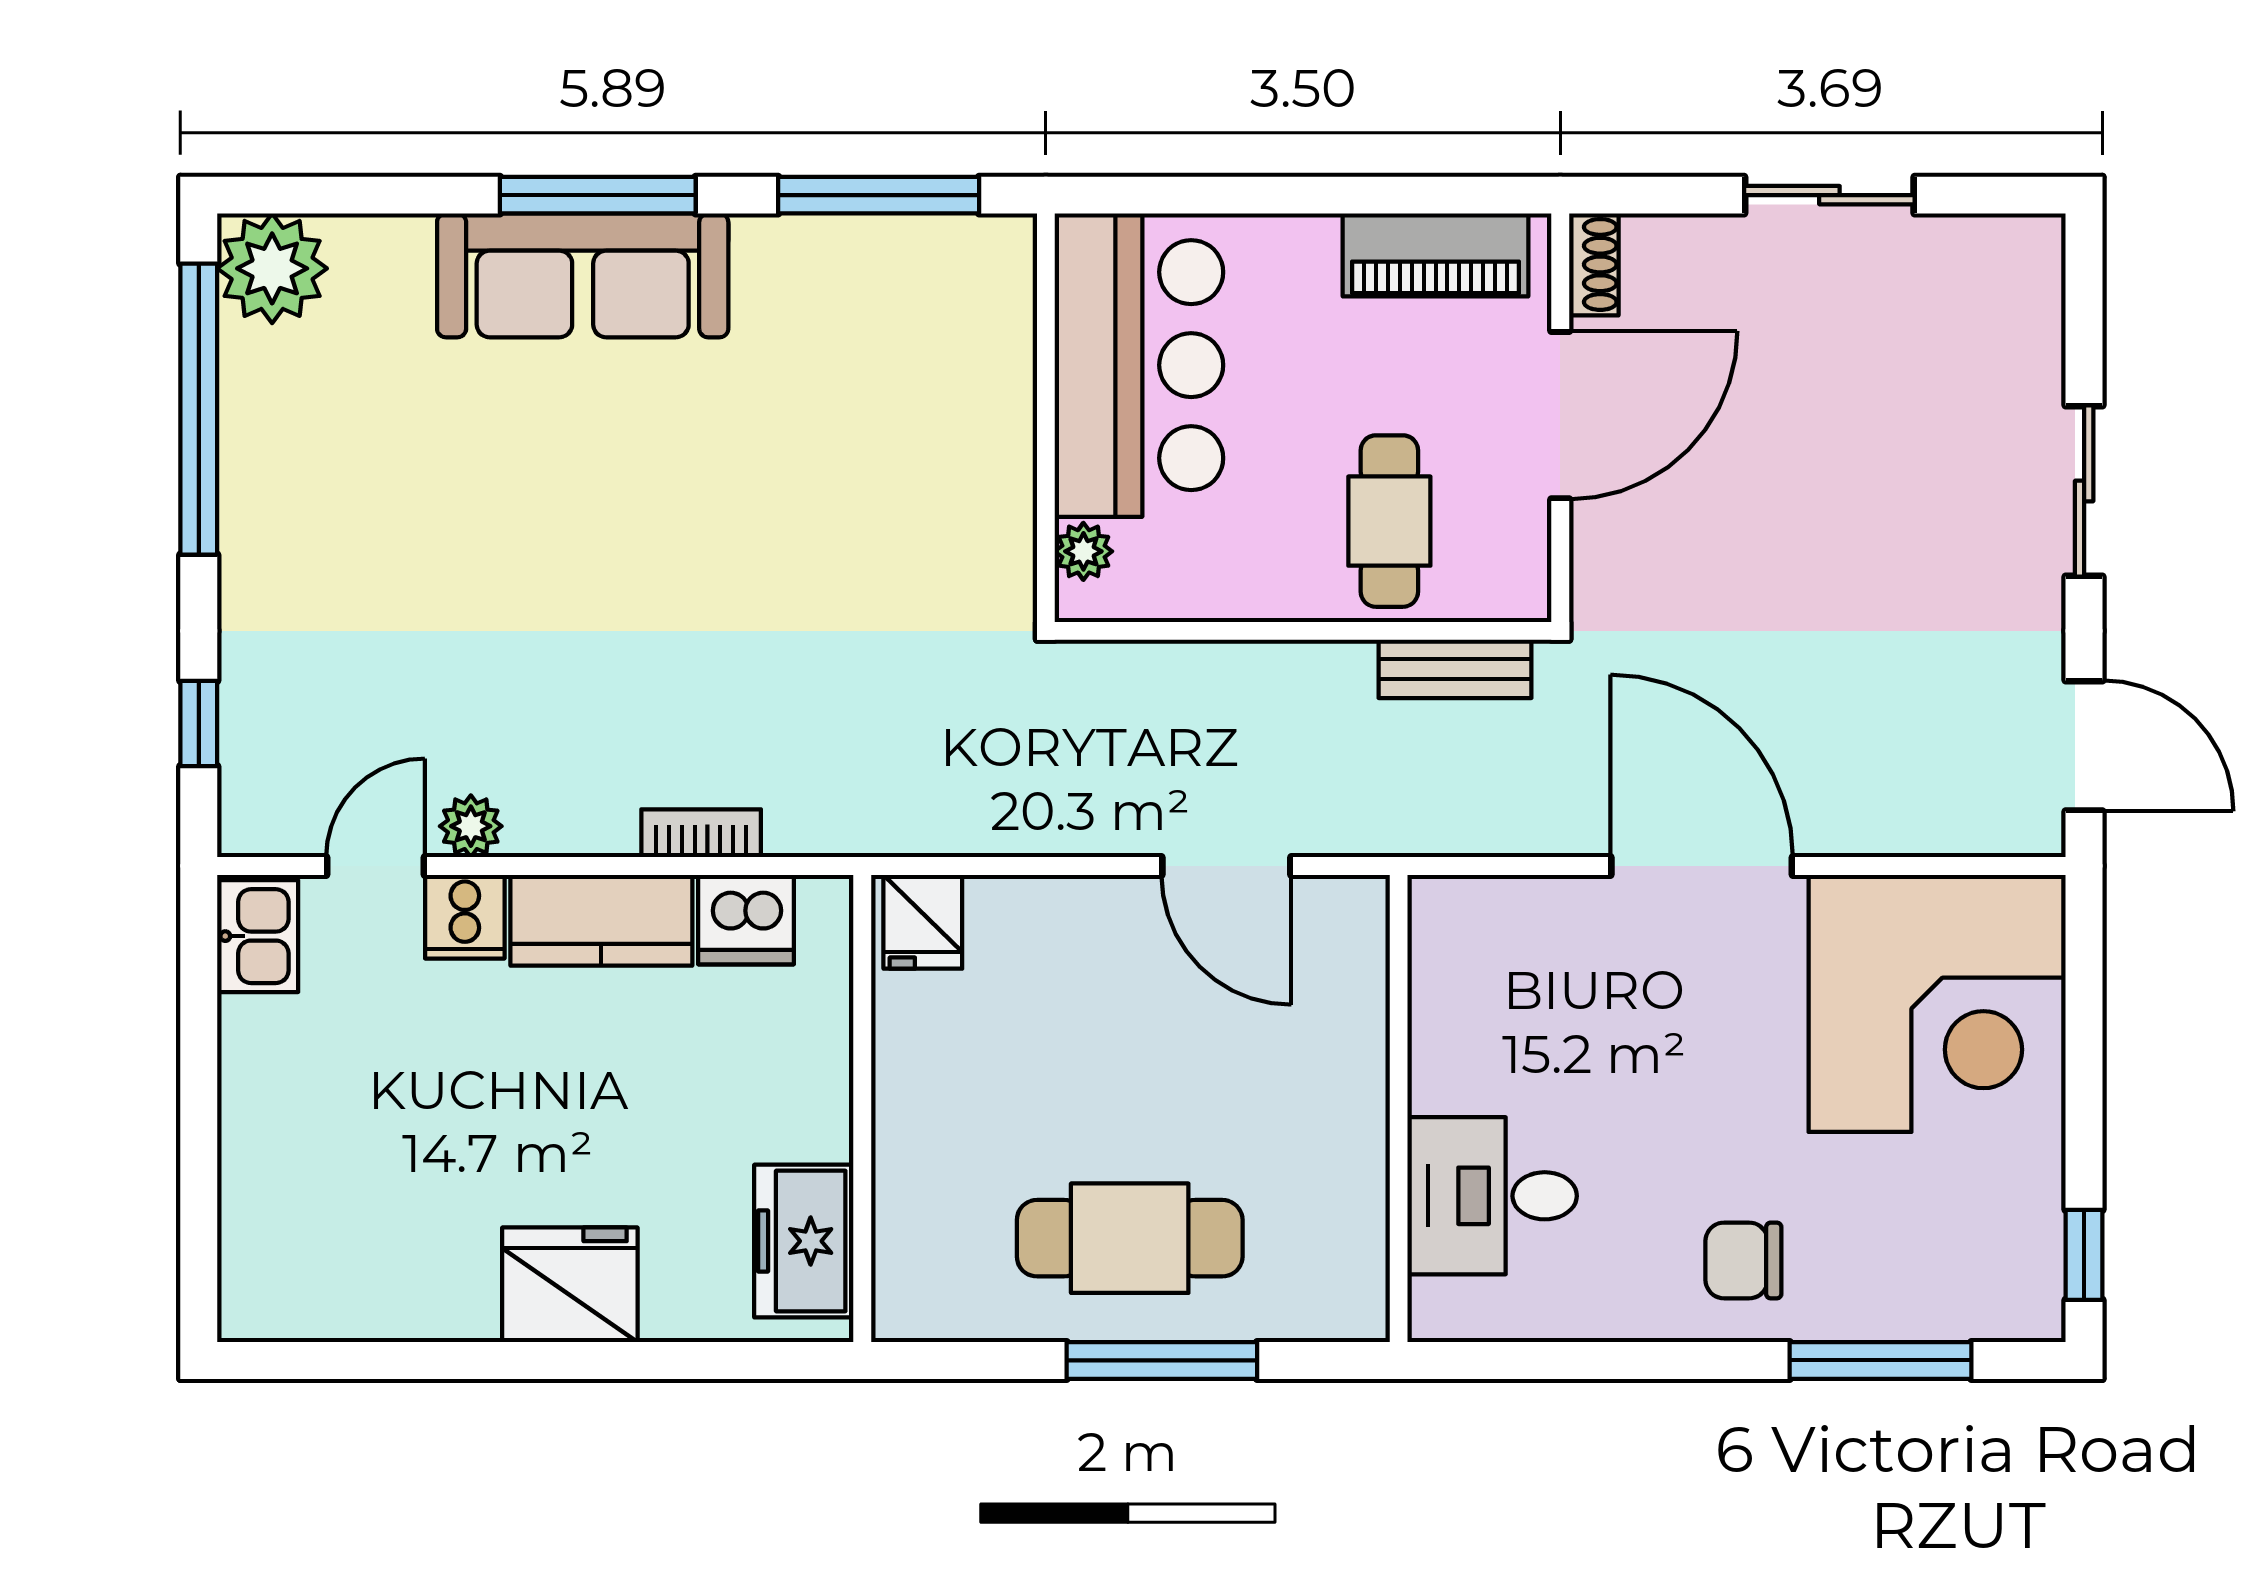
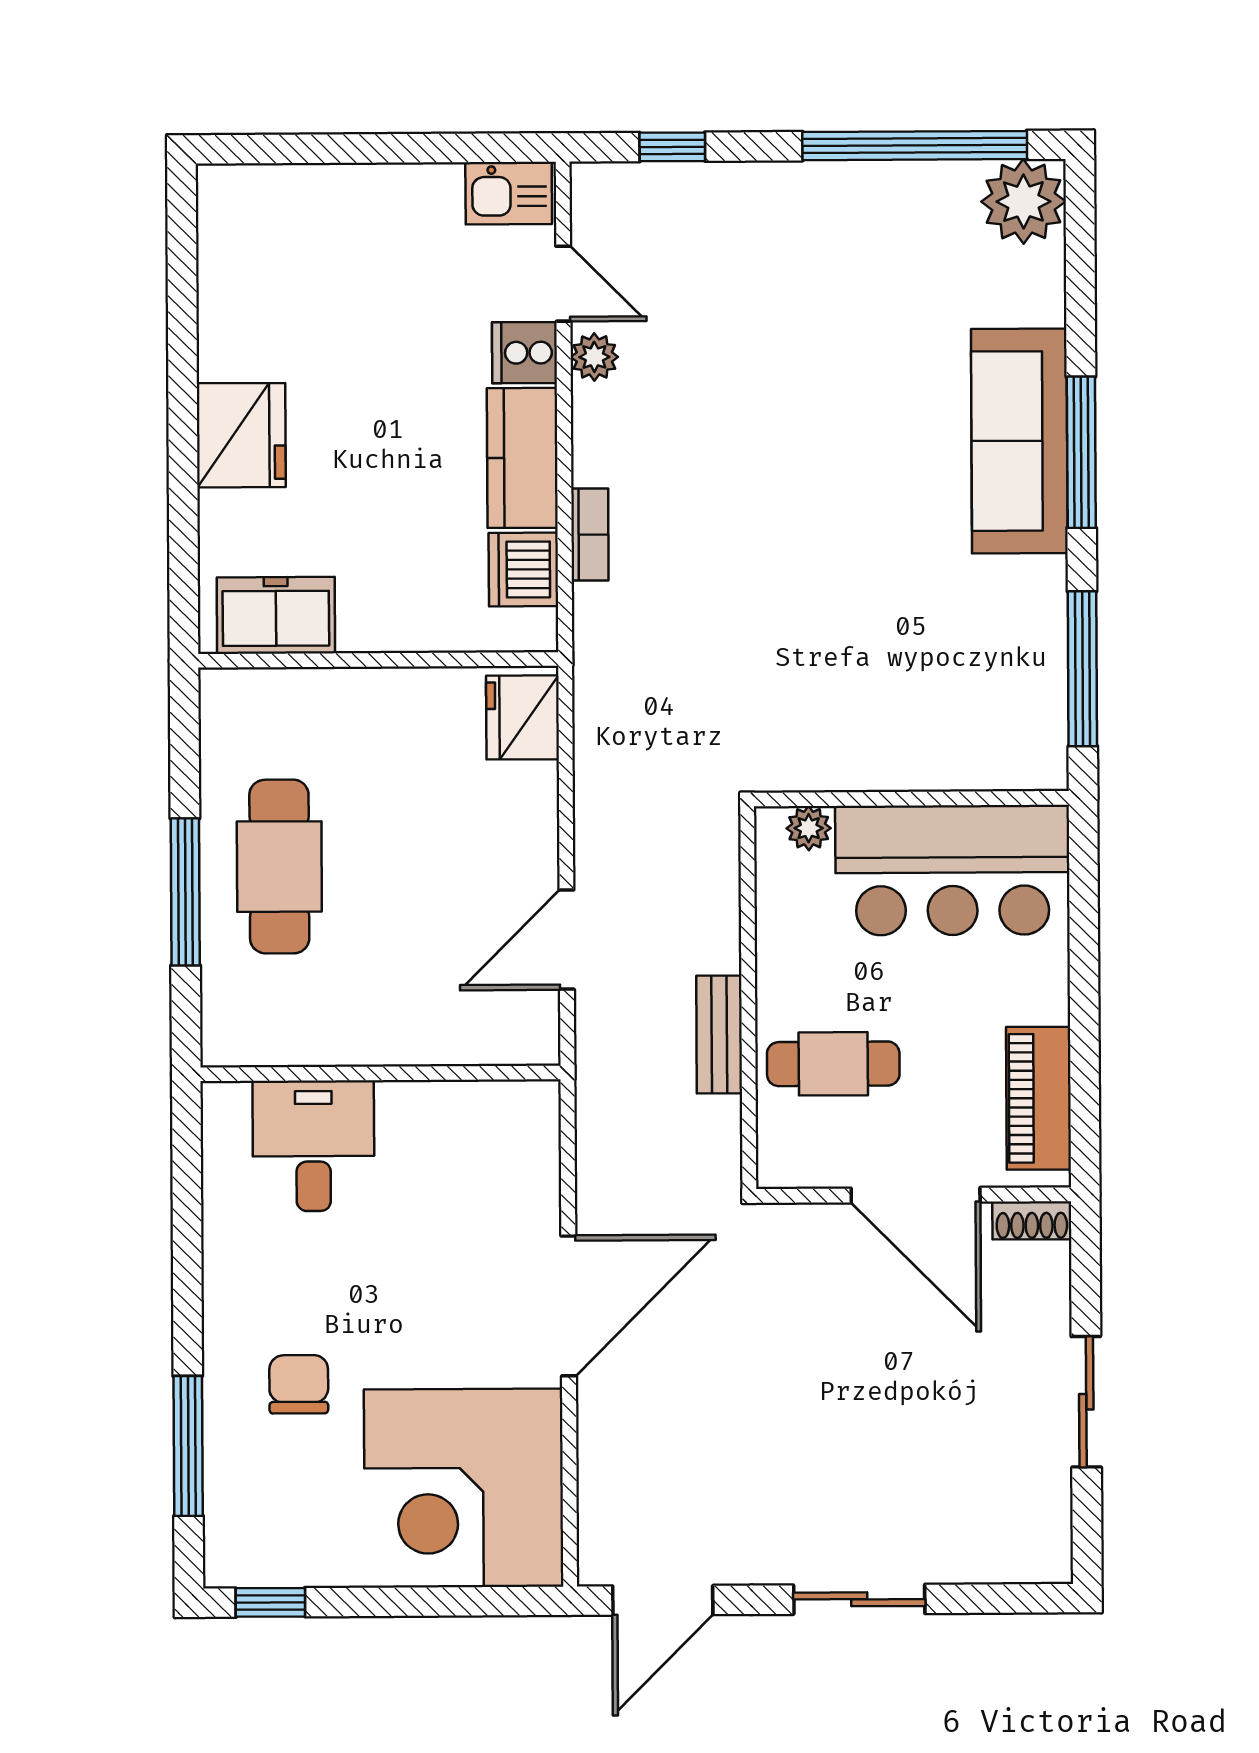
bench: (1455, 669) -> (719, 1034), moved
fridge: (923, 922) -> (523, 717), width x1.38
chair: (1743, 1260) -> (299, 1384), moved

